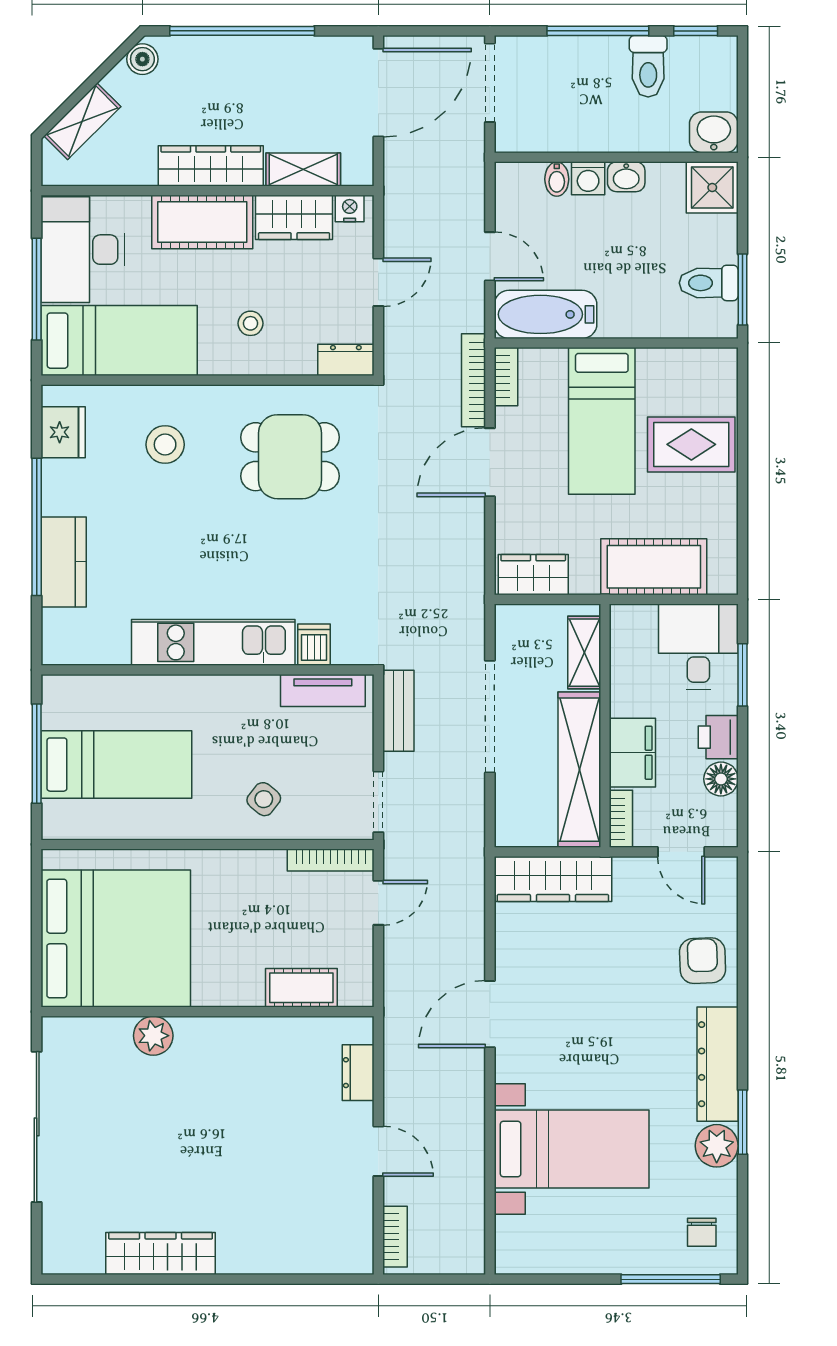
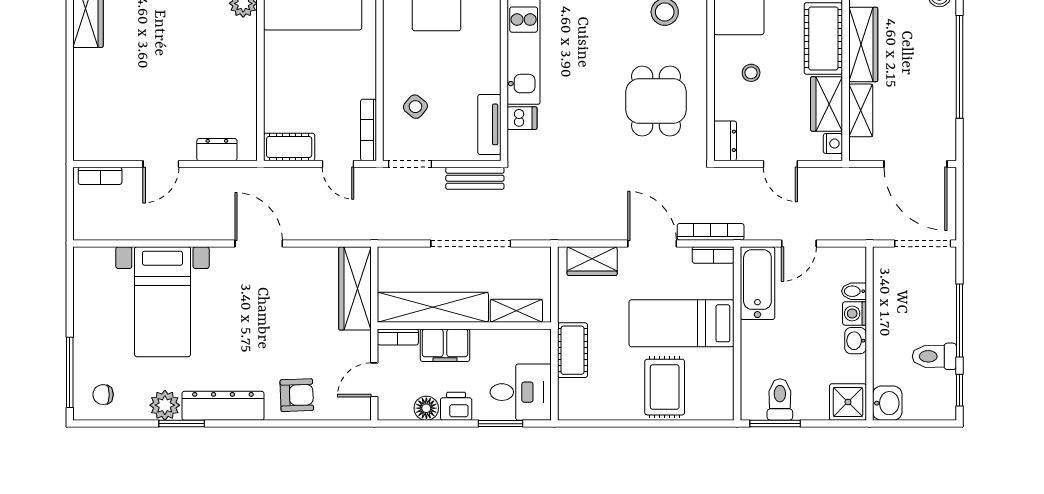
cot: (654, 567) -> (572, 350), width x0.73, depth x0.75
wardrobe: (533, 575) -> (592, 261), moved, turned 90
side table: (264, 799) -> (415, 107), moved
cot: (301, 988) -> (289, 147), moved, turned 90

